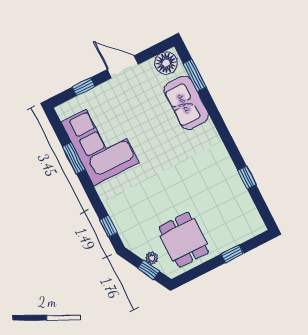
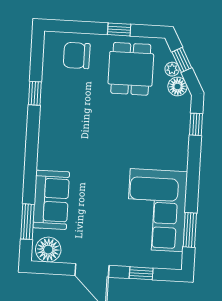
window: (74, 158) -> (190, 230), moved
chair: (232, 226) -> (77, 55), added
floor lamp: (140, 247) -> (177, 86), added
window: (232, 254) -> (119, 29), moved

